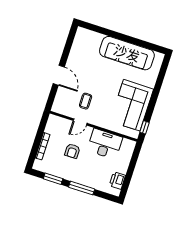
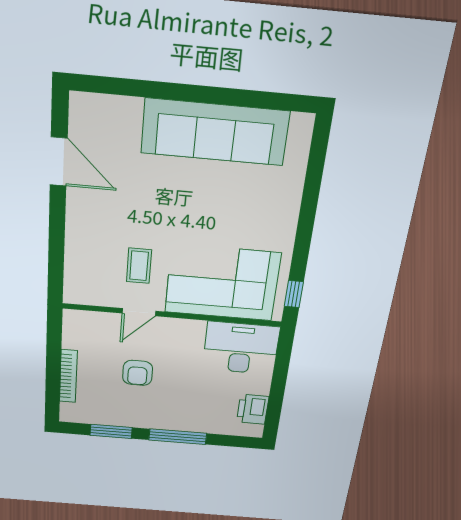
door: (59, 75) -> (59, 162), moved
corner sofa: (132, 105) -> (222, 283), moved, turned 90
desk: (105, 144) -> (241, 348), moved

